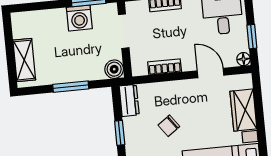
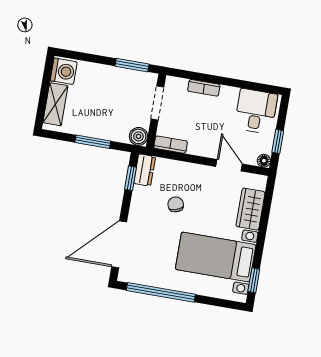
washing machine: (79, 18) -> (64, 71), moved, turned -90
bookcase: (165, 67) -> (171, 145), moved
chair: (169, 126) -> (176, 204), turned 108
window: (120, 133) -> (131, 178), moved

